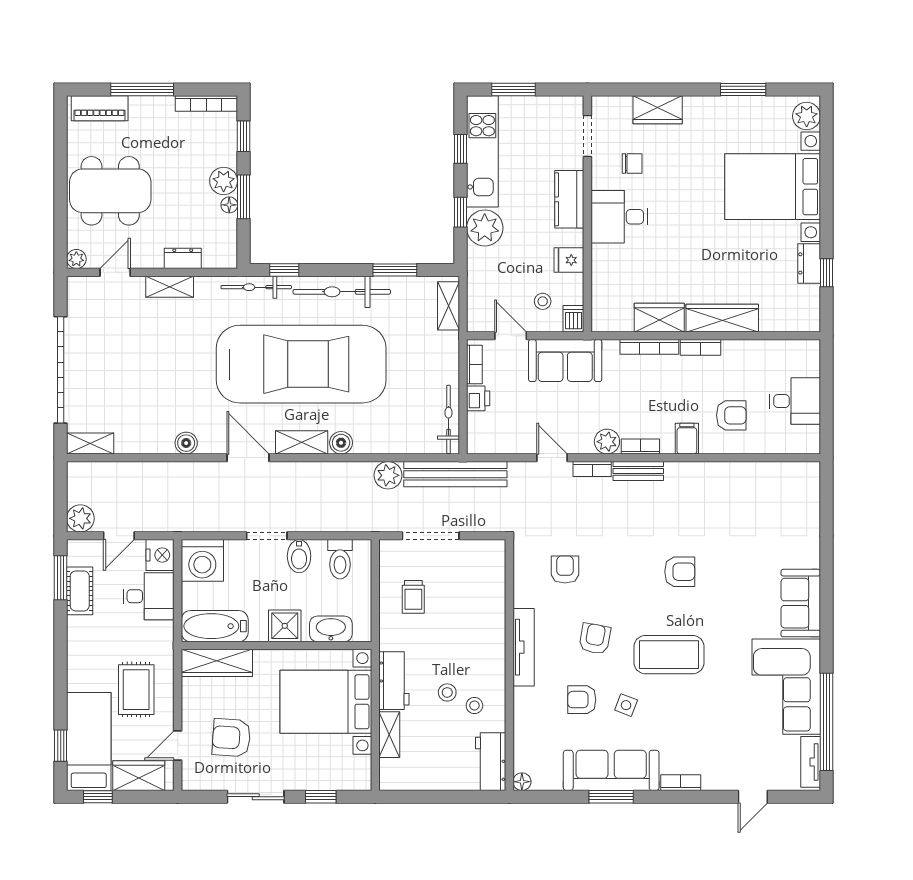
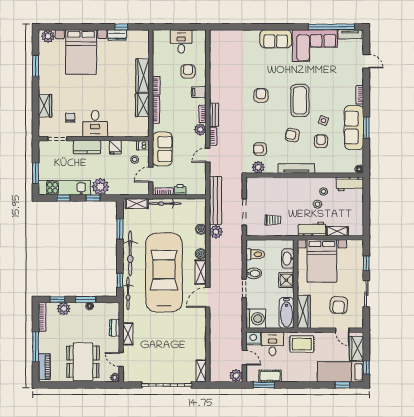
plant: (224, 181) -> (64, 309), moved
bicycle: (448, 419) -> (165, 204), moved
boiler: (186, 443) -> (201, 229), moved
plant: (526, 566) -> (258, 167), added
rug: (136, 690) -> (302, 344), moved
armchair: (582, 700) -> (321, 141), turned 180

